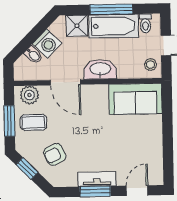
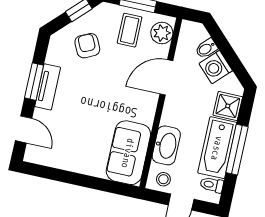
washbasin: (100, 69) -> (166, 145), moved

